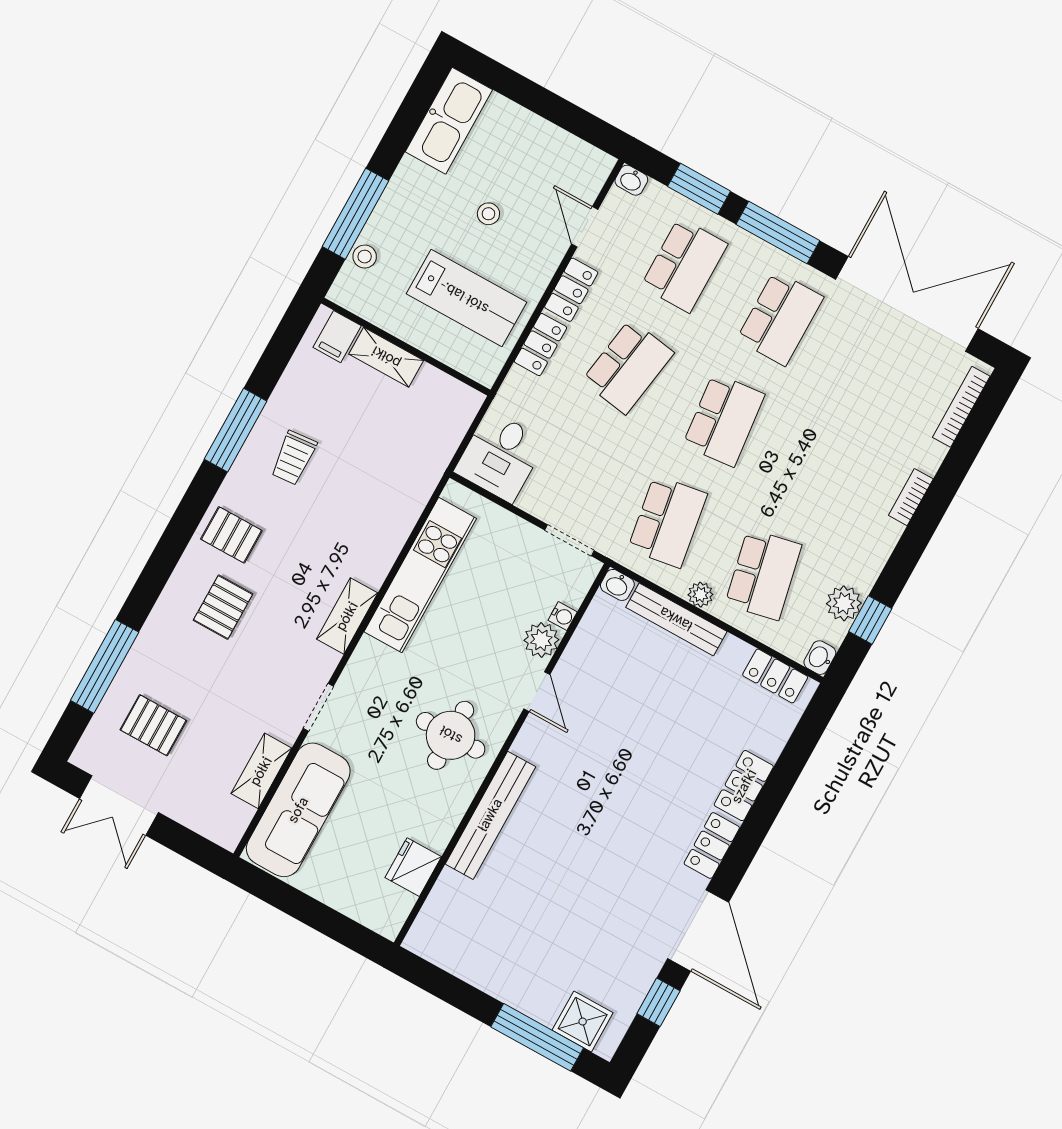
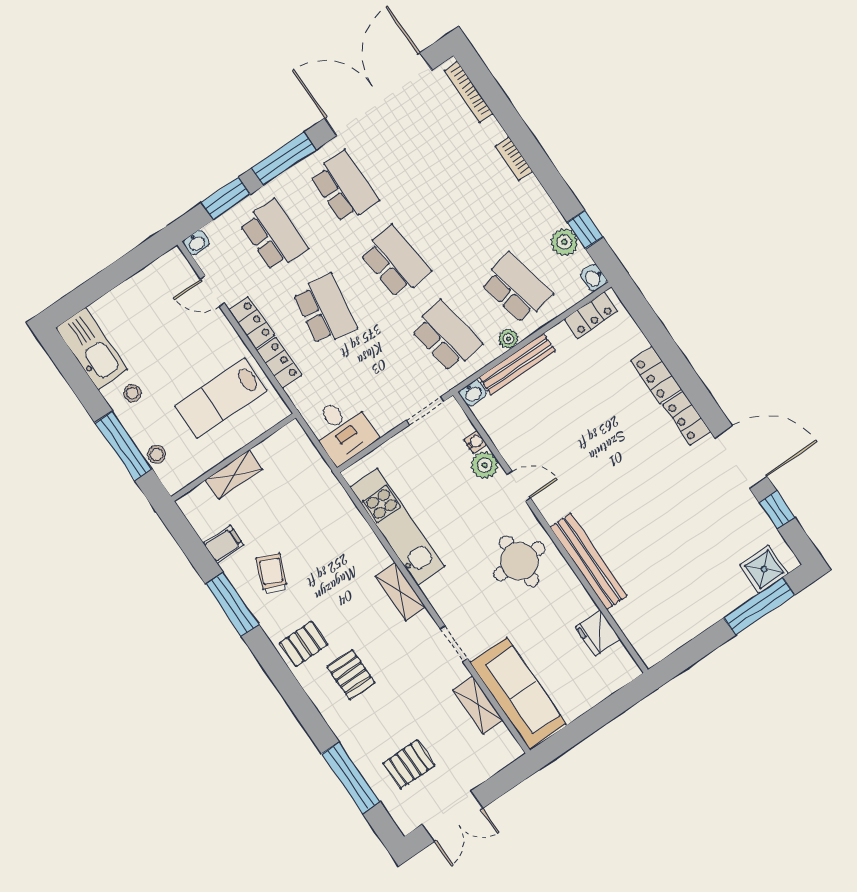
stool: (488, 214) -> (133, 393), moved
lab bench: (466, 298) -> (221, 398), turned 180
filing cabinet: (337, 337) -> (224, 544), moved, turned -90
trolley: (294, 458) -> (272, 574), turned -153

